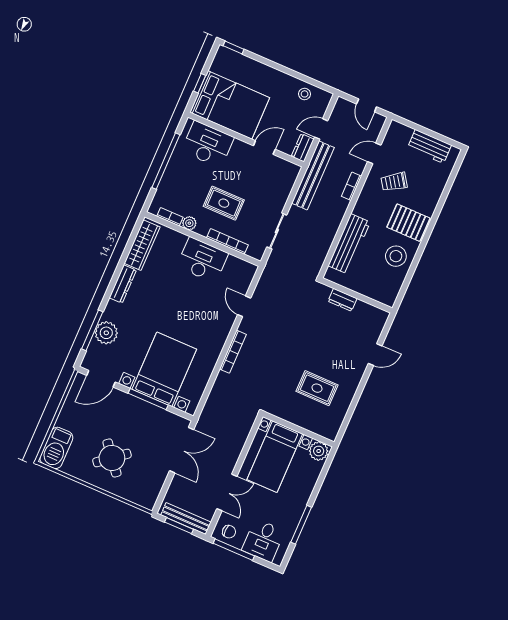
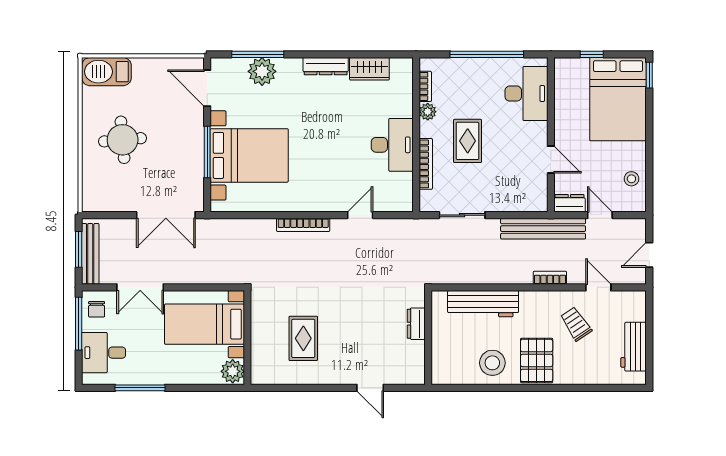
bed: (230, 105) -> (618, 99), moved
wardrobe: (142, 245) -> (369, 69), width x0.67
round table: (112, 458) -> (123, 140), turned 34

